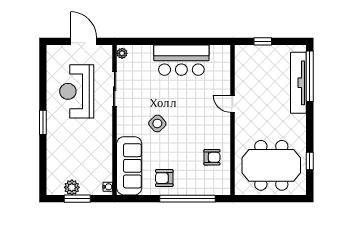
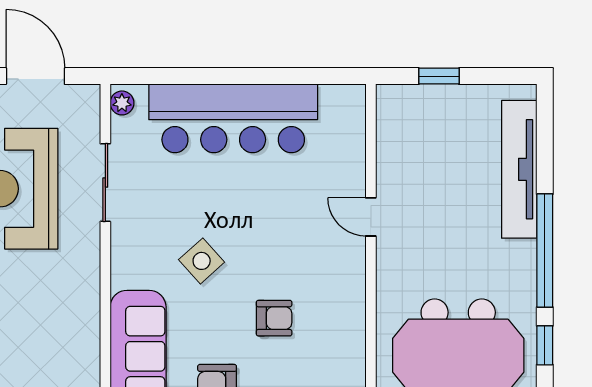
bar counter: (181, 60) -> (233, 118), width x1.36
window: (310, 76) -> (545, 251), moved
armchair: (212, 157) -> (274, 318), moved

